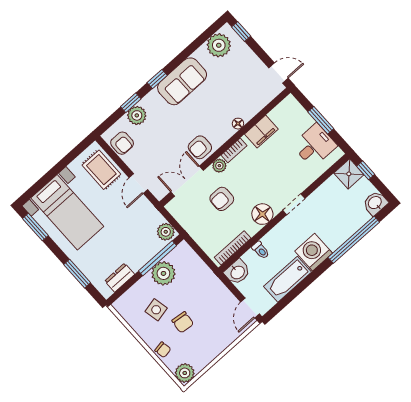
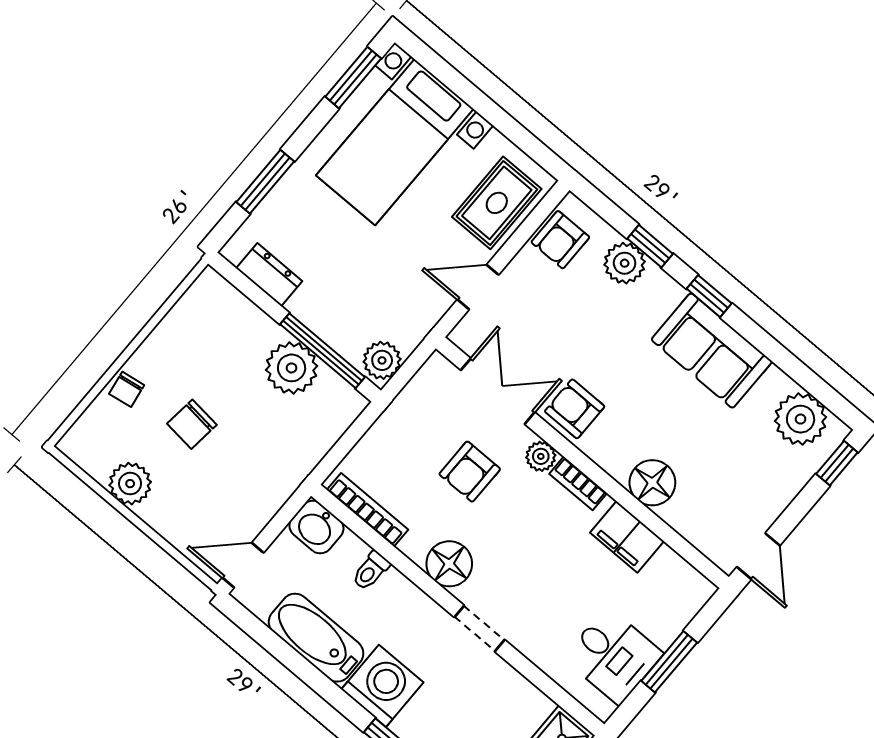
floor lamp: (238, 124) -> (652, 483), width x1.89, depth x1.89
armchair: (222, 199) -> (470, 472), turned -90
side table: (156, 310) -> (211, 363), removed
plant: (185, 373) -> (130, 484), moved

